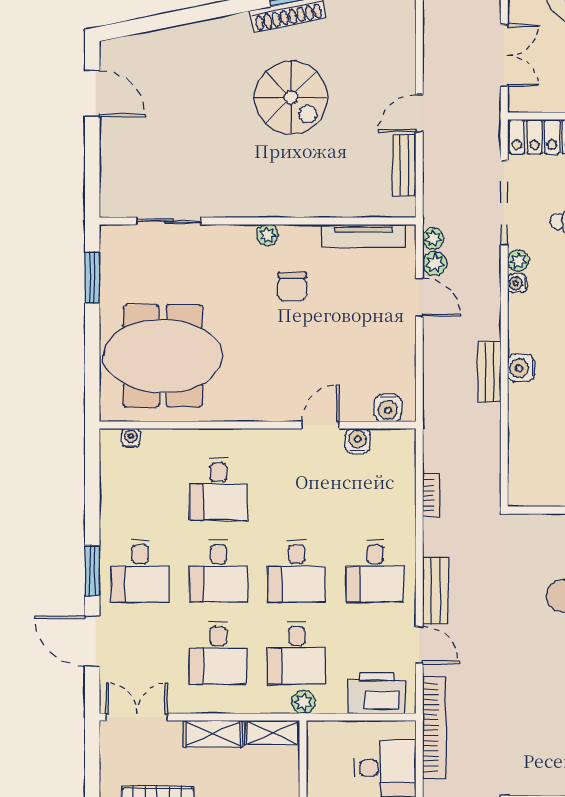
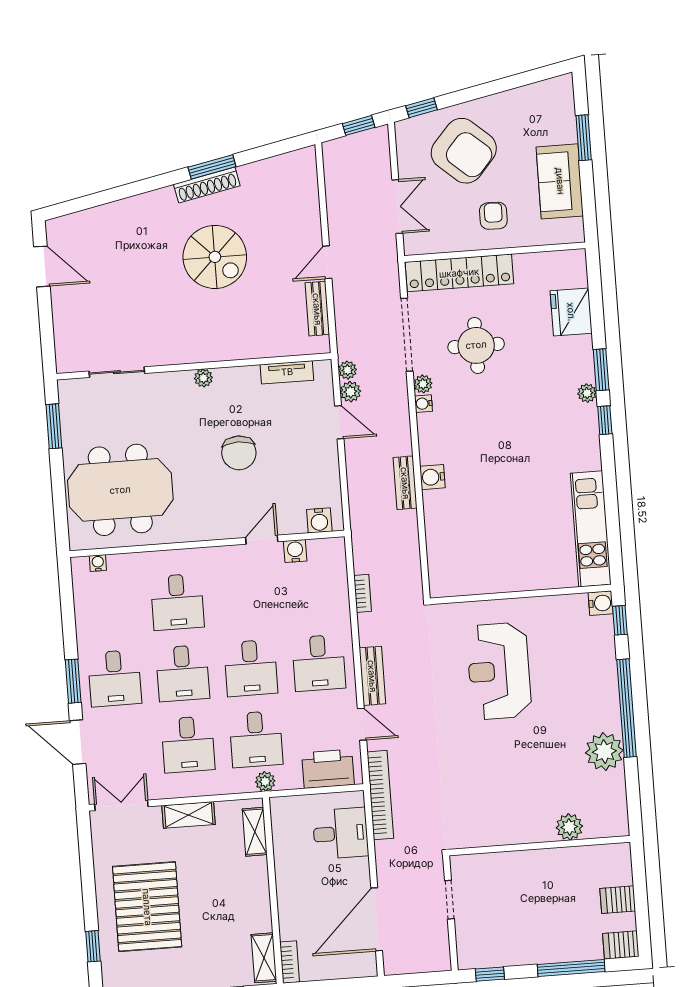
tv unit: (364, 236) -> (287, 372), width x0.71
chair: (292, 286) -> (239, 453), moved, width x1.37, depth x1.37
shelving: (272, 733) -> (255, 832), moved, turned 90

